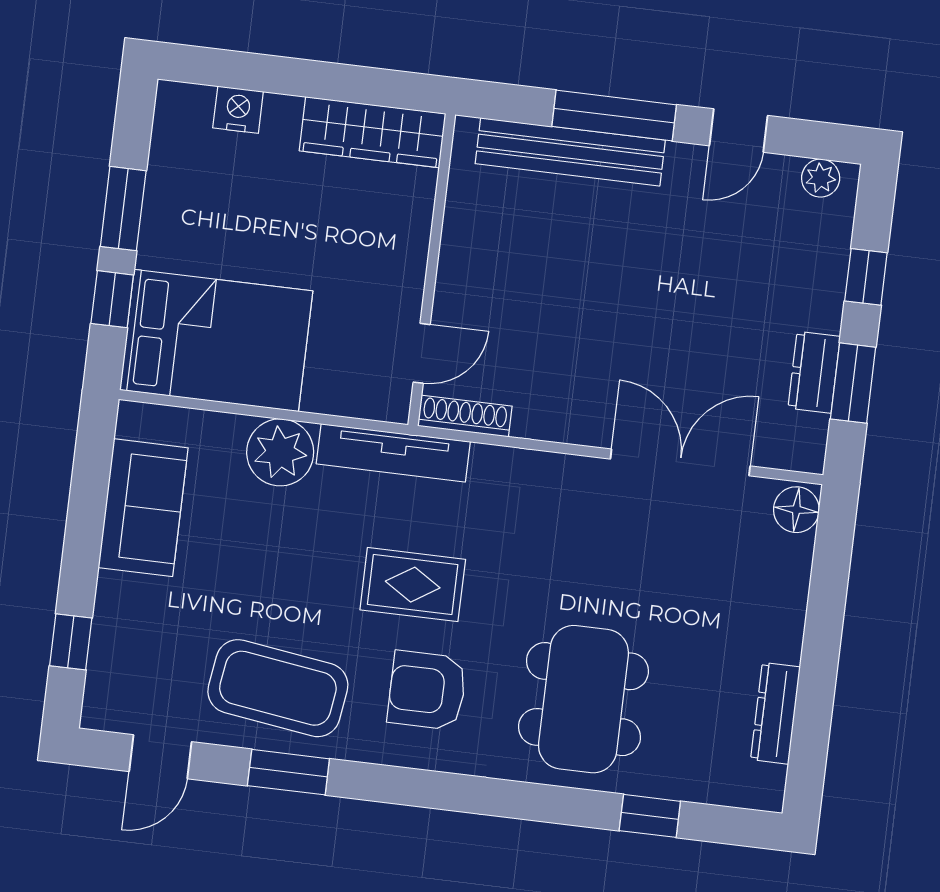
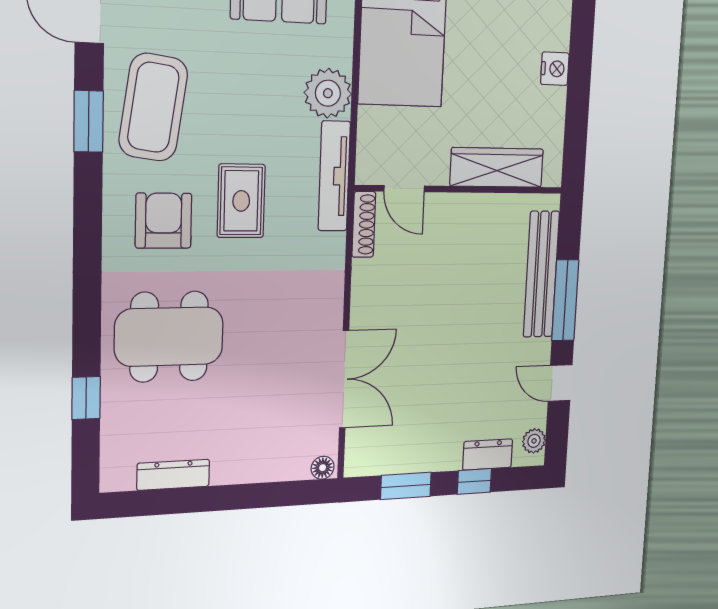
nightstand: (238, 110) -> (555, 69), moved
wardrobe: (373, 132) -> (497, 167), moved, turned 90
dresser: (814, 372) -> (488, 454), moved
floor lamp: (796, 510) -> (323, 468), width x0.73, depth x0.73

